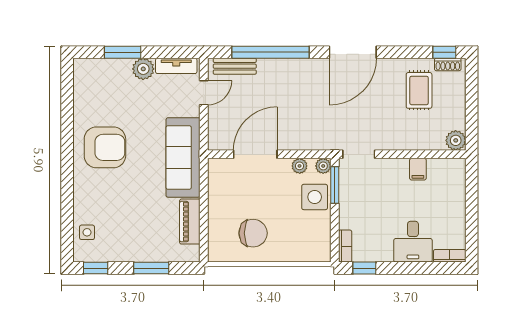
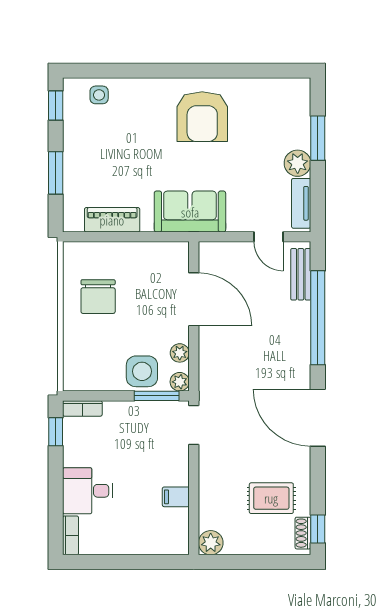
sofa: (183, 157) -> (190, 212), width x0.73

